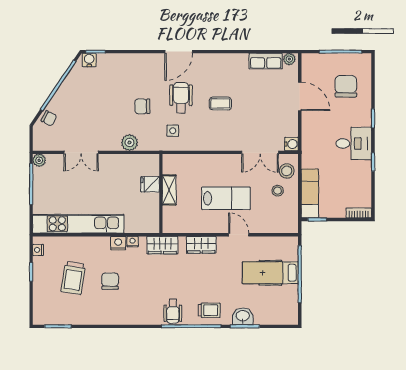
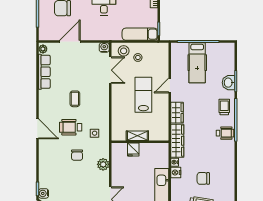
row of seats: (266, 61) -> (44, 72), width x1.48
wardrobe: (162, 245) -> (177, 141), width x1.50

